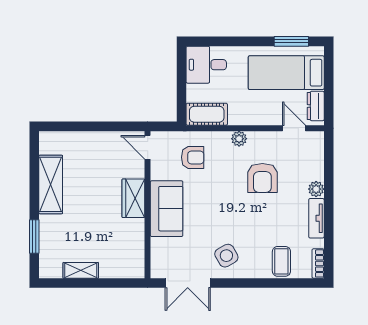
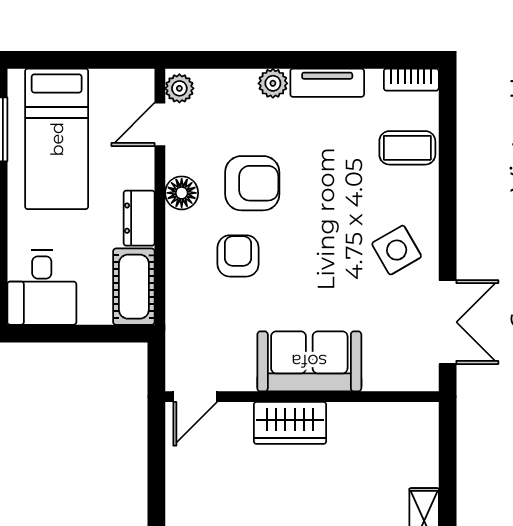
dresser: (316, 106) -> (139, 218), moved, turned 90
plant: (239, 139) -> (179, 88), moved
floor lamp: (257, 140) -> (182, 193), added
armchair: (193, 157) -> (238, 256), moved

